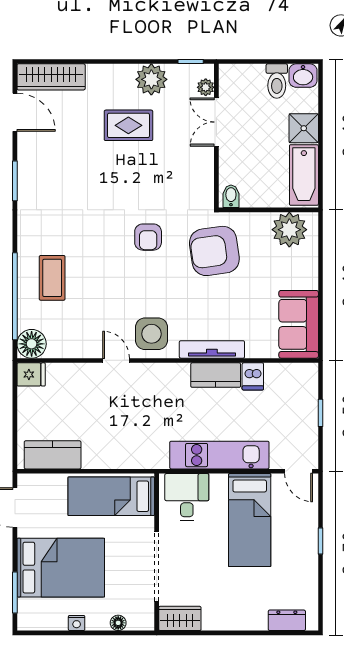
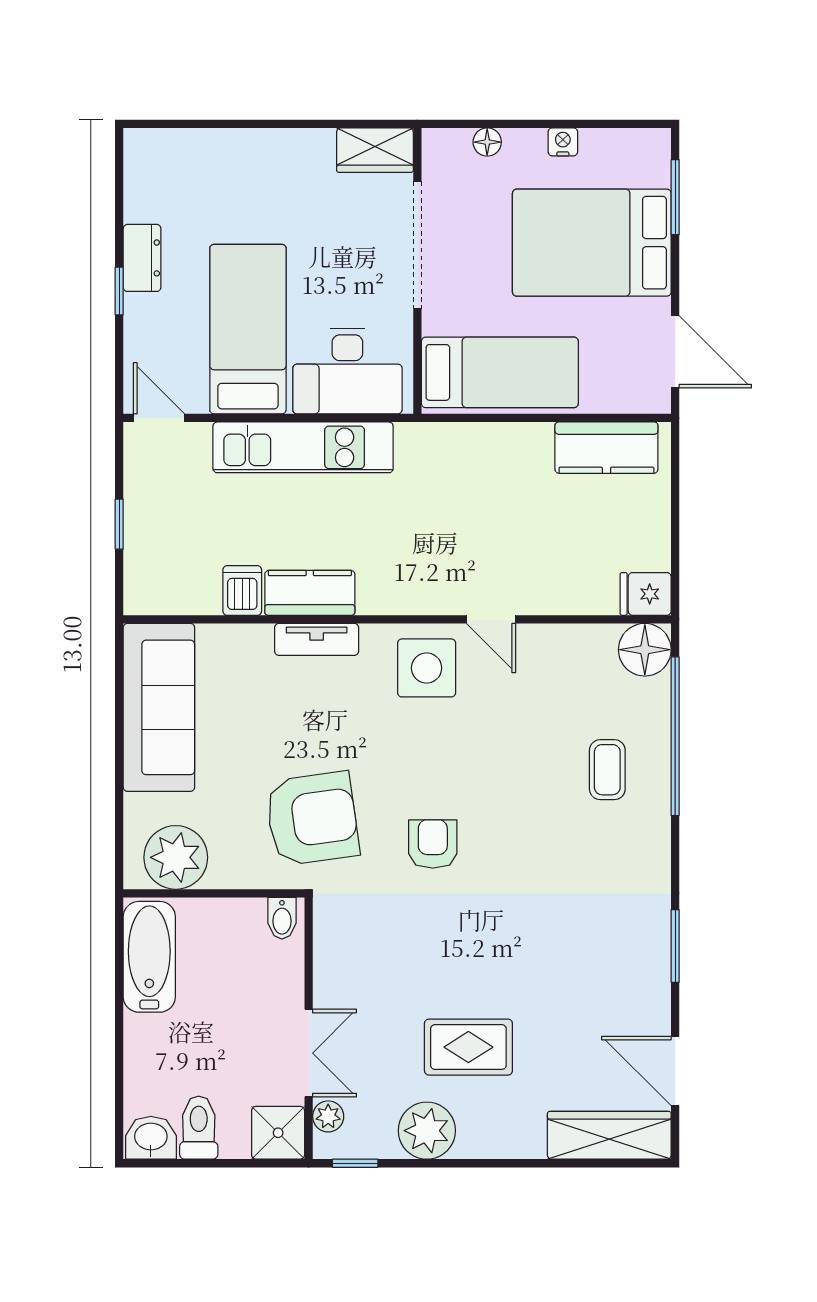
shower: (304, 128) -> (278, 1133), moved
coffee table: (52, 278) -> (607, 770), width x0.73, depth x0.77
sofa: (299, 324) -> (159, 707), width x1.36
tv unit: (212, 349) -> (317, 639), width x0.71
desk: (187, 497) -> (347, 371), width x1.37
dresser: (287, 620) -> (142, 258), moved, turned -90

